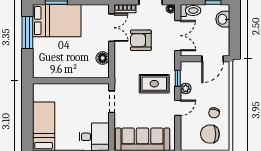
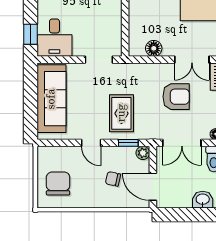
armchair: (141, 40) -> (176, 97), turned 90
plant: (186, 89) -> (143, 153), moved
chair: (214, 113) -> (113, 179), moved

